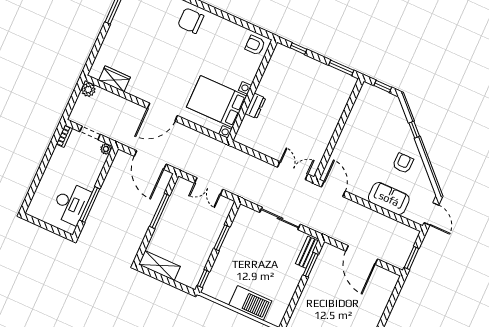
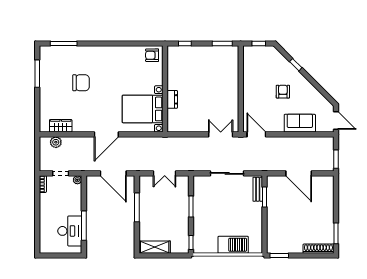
chair: (191, 21) -> (81, 83), moved, turned 180
plant: (88, 90) -> (56, 142), moved
armchair: (403, 163) -> (283, 92), moved

